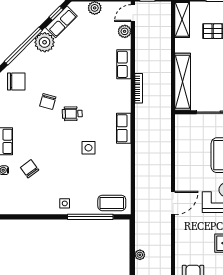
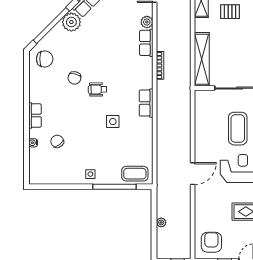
plant: (125, 31) -> (147, 22), moved

